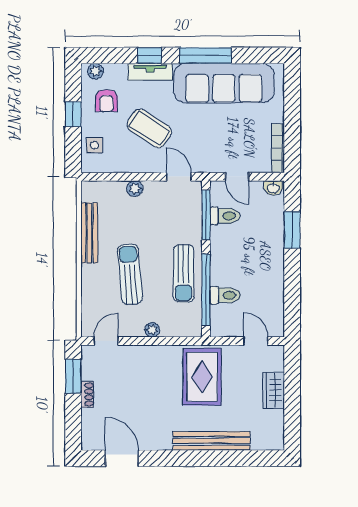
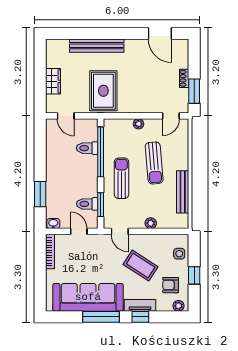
armchair: (106, 101) -> (171, 285), turned -90
window: (206, 215) -> (101, 205), width x0.69
sun lounger: (184, 273) -> (121, 178), moved

